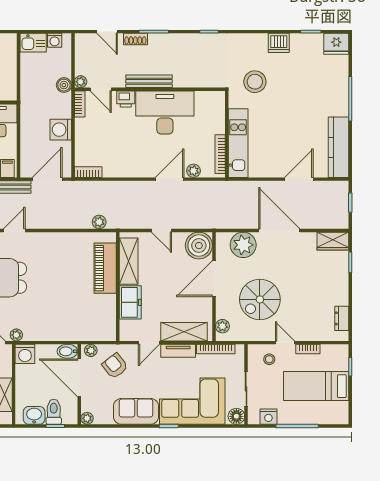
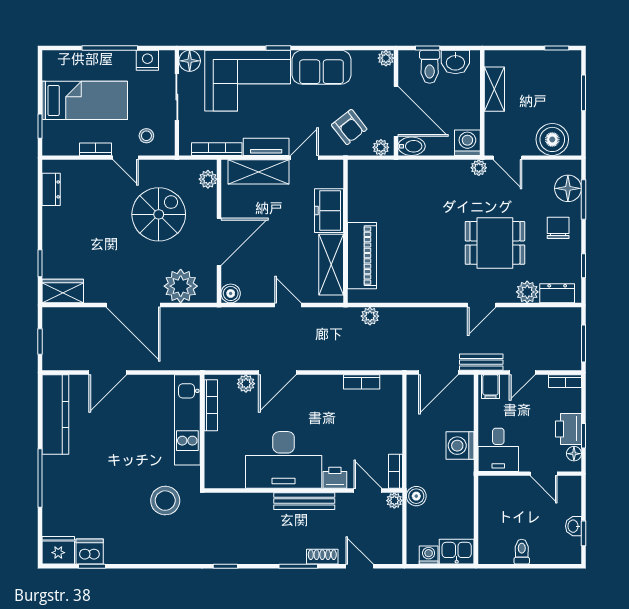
dishwasher: (279, 43) -> (90, 552), moved
washing machine: (61, 130) -> (460, 446), moved, turned 180
bookcase: (88, 172) -> (362, 382), moved
boiler: (199, 246) -> (231, 293), width x0.54, depth x0.54

